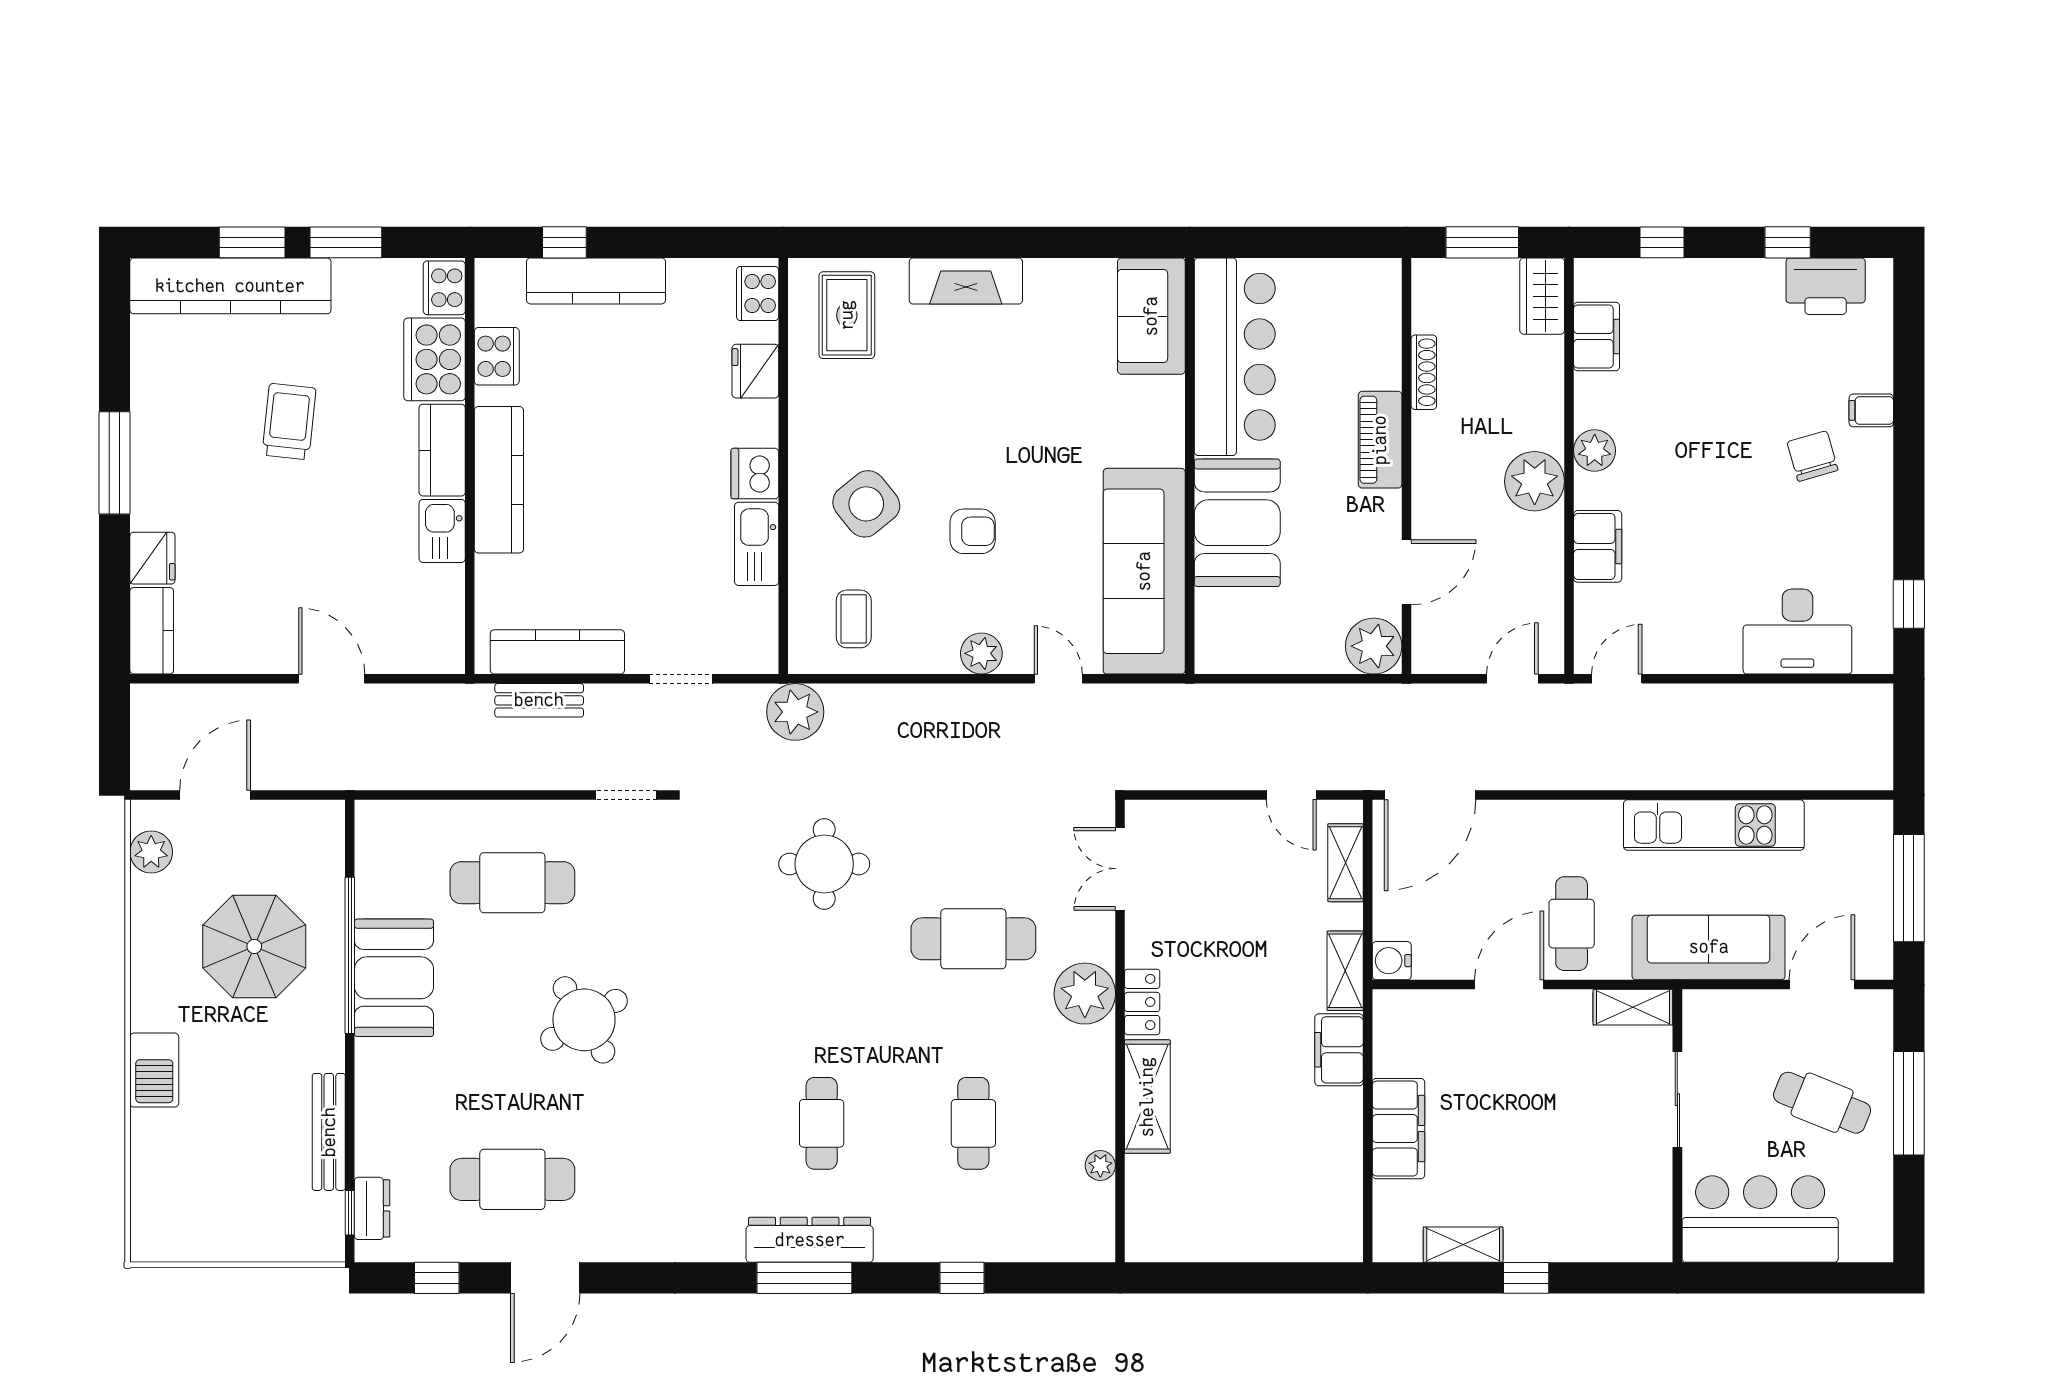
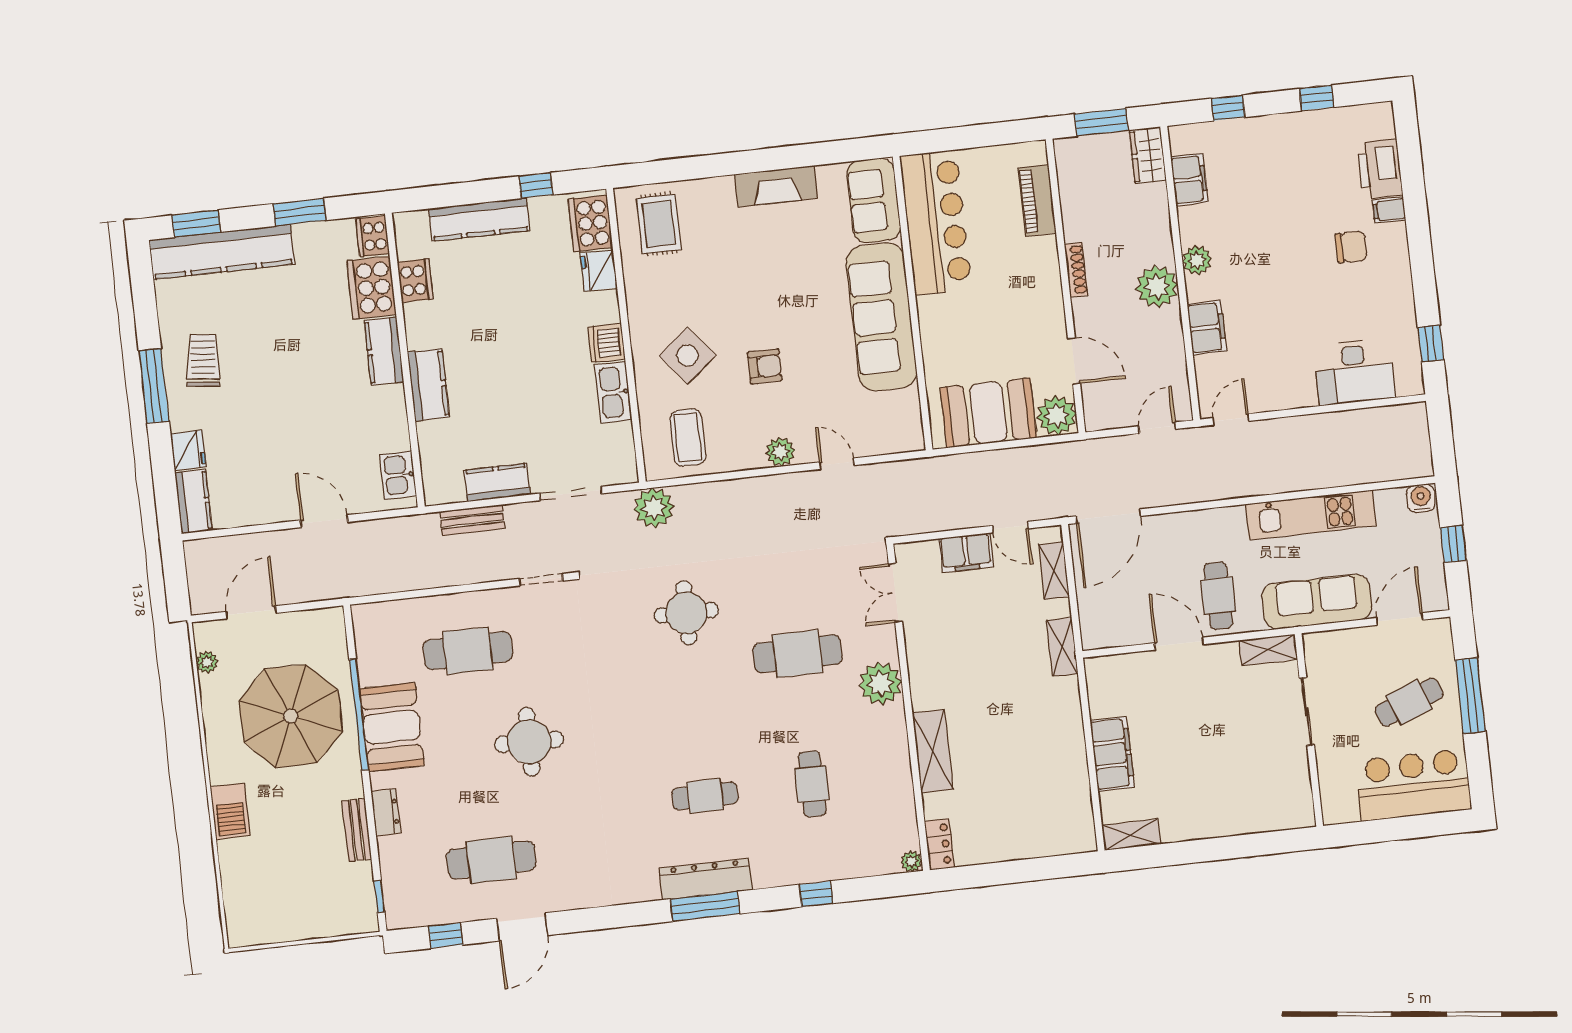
window: (252, 242) -> (196, 224), moved
window: (564, 242) -> (536, 186), moved
fireplace: (966, 281) -> (776, 186), moved
printer: (1826, 286) -> (1380, 169), moved, turned 90
cooker: (758, 293) -> (590, 223), width x1.37, depth x1.31
shoe rack: (1424, 372) -> (1076, 270), moved
trolley: (289, 422) -> (203, 361), moved
piano: (1380, 440) -> (1037, 200), moved
chair: (1812, 456) -> (1351, 247), turned 106
kitchen counter: (499, 480) -> (428, 385), width x0.67
booth: (1237, 523) -> (988, 413), moved, turned 90
kitchen sink: (442, 531) -> (398, 475), moved
sofa: (1144, 571) -> (882, 317), moved
door: (1406, 572) -> (1074, 361), hinge flipped
coffee table: (854, 619) -> (688, 438), width x1.36, depth x1.30
kitchen counter: (557, 652) -> (497, 482), width x0.67
doorway: (681, 679) -> (571, 493), width x1.38
plant: (151, 852) -> (207, 662), width x0.73, depth x0.73
window: (1909, 888) -> (1453, 544), width x0.46
parasol: (254, 946) -> (291, 716), width x1.36, depth x1.36
water cooler: (1392, 961) -> (1421, 498), moved, turned 90
door: (1509, 985) -> (1179, 644), hinge flipped
locker: (1142, 1002) -> (939, 844), moved
round table: (584, 1020) -> (529, 742), turned 32
filing cabinet: (1339, 1050) -> (966, 553), moved, turned -90
cafe table: (1822, 1103) -> (1409, 702), turned -43
cafe table: (822, 1123) -> (705, 796), turned 90
bench: (329, 1132) -> (357, 830), width x0.73
plant: (1100, 1166) -> (911, 861), moved
dresser: (372, 1208) -> (386, 812), moved
bar counter: (1760, 1219) -> (1413, 785), moved
shelving: (1463, 1245) -> (1131, 835), moved
window: (1526, 1278) -> (1214, 849), removed

